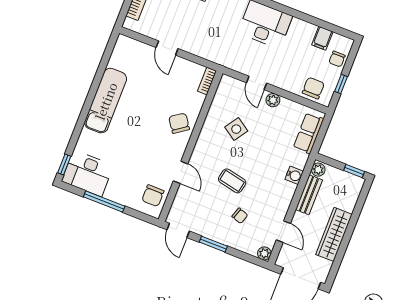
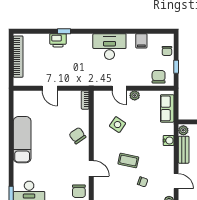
filing cabinet: (322, 38) -> (141, 41), moved

